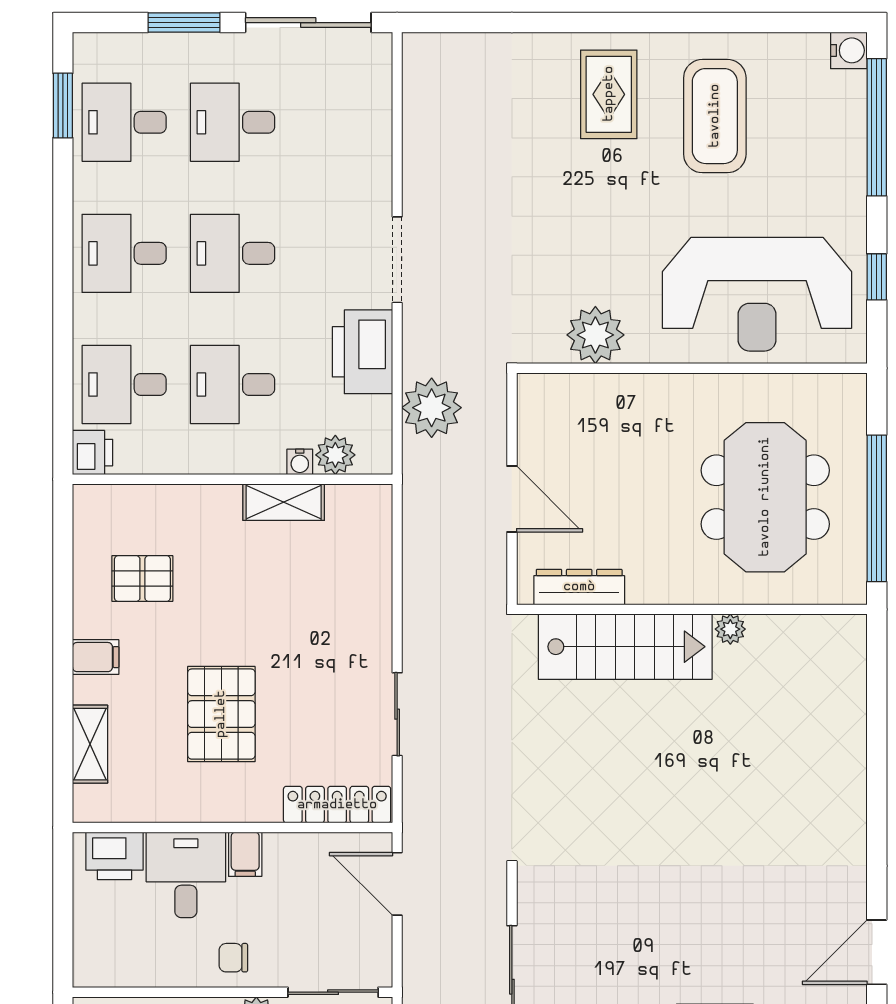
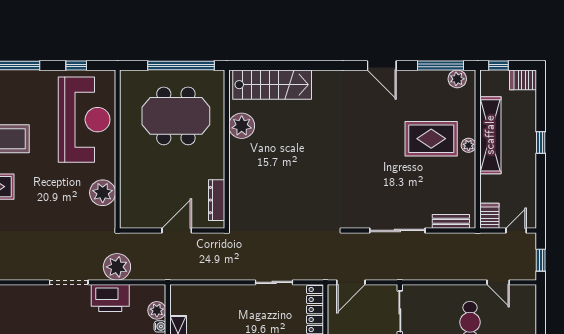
plant: (432, 408) -> (117, 267), moved
plant: (730, 629) -> (242, 126), width x1.87, depth x1.87
stairs: (625, 647) -> (272, 85), moved, turned 90

